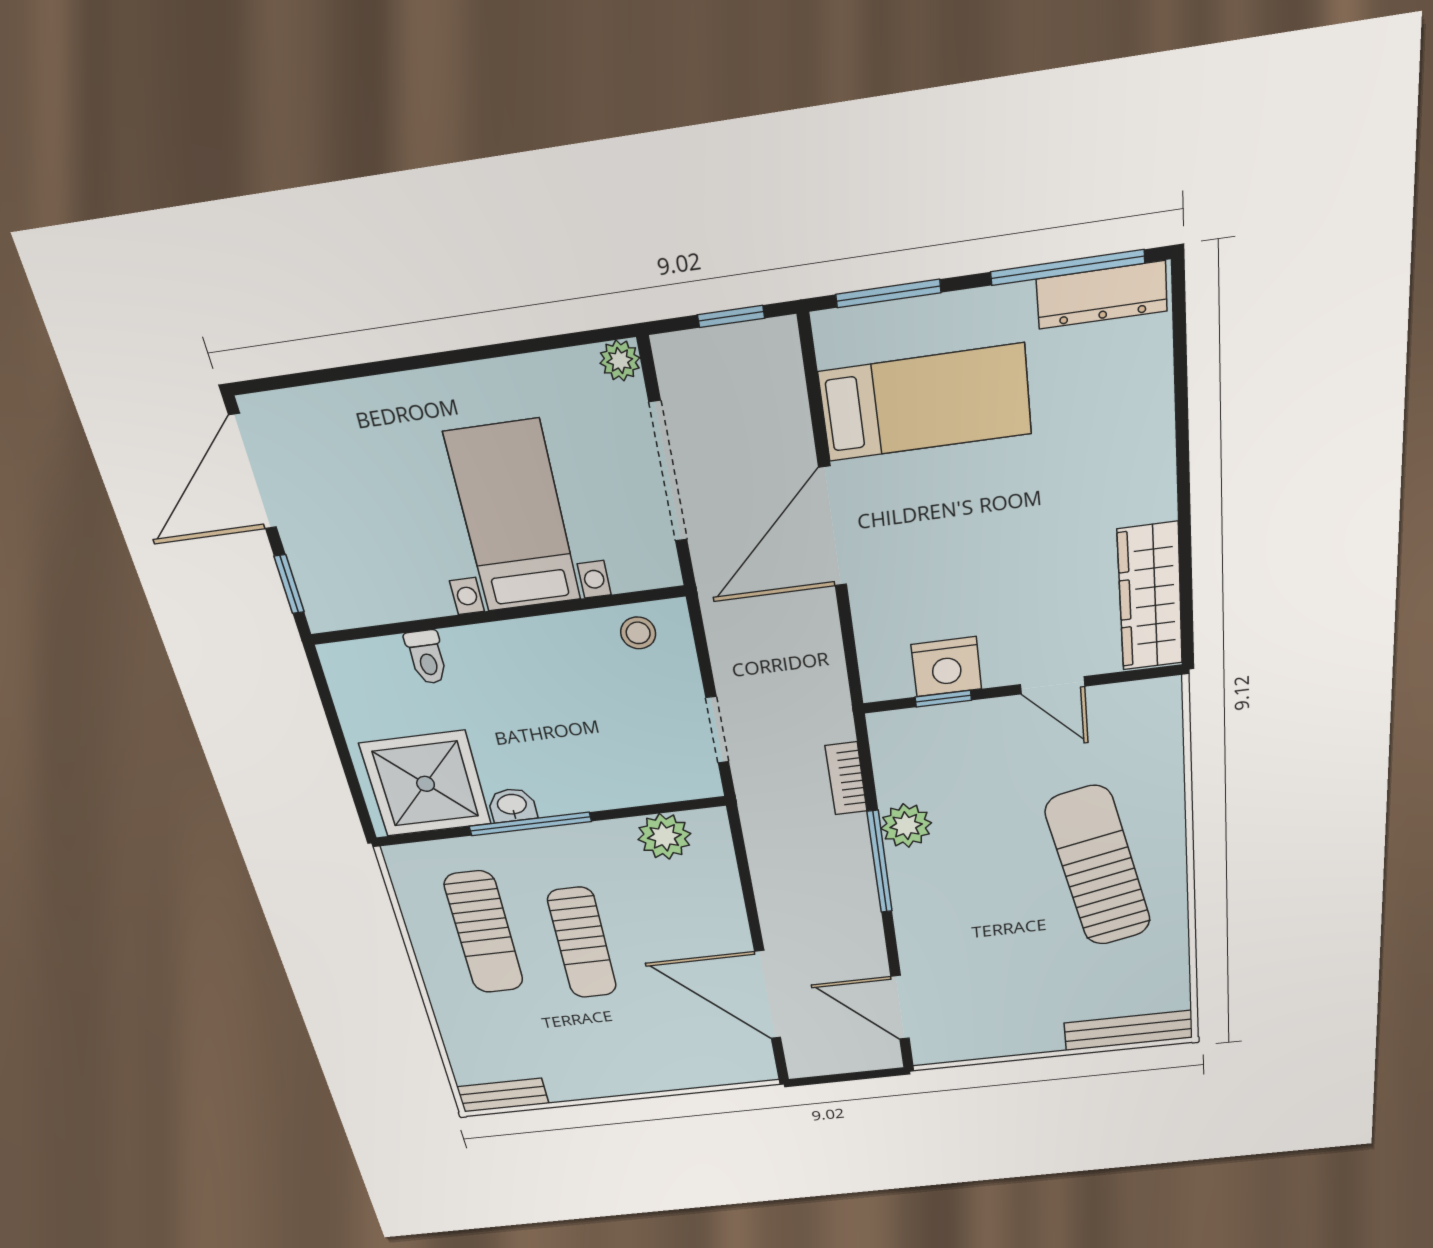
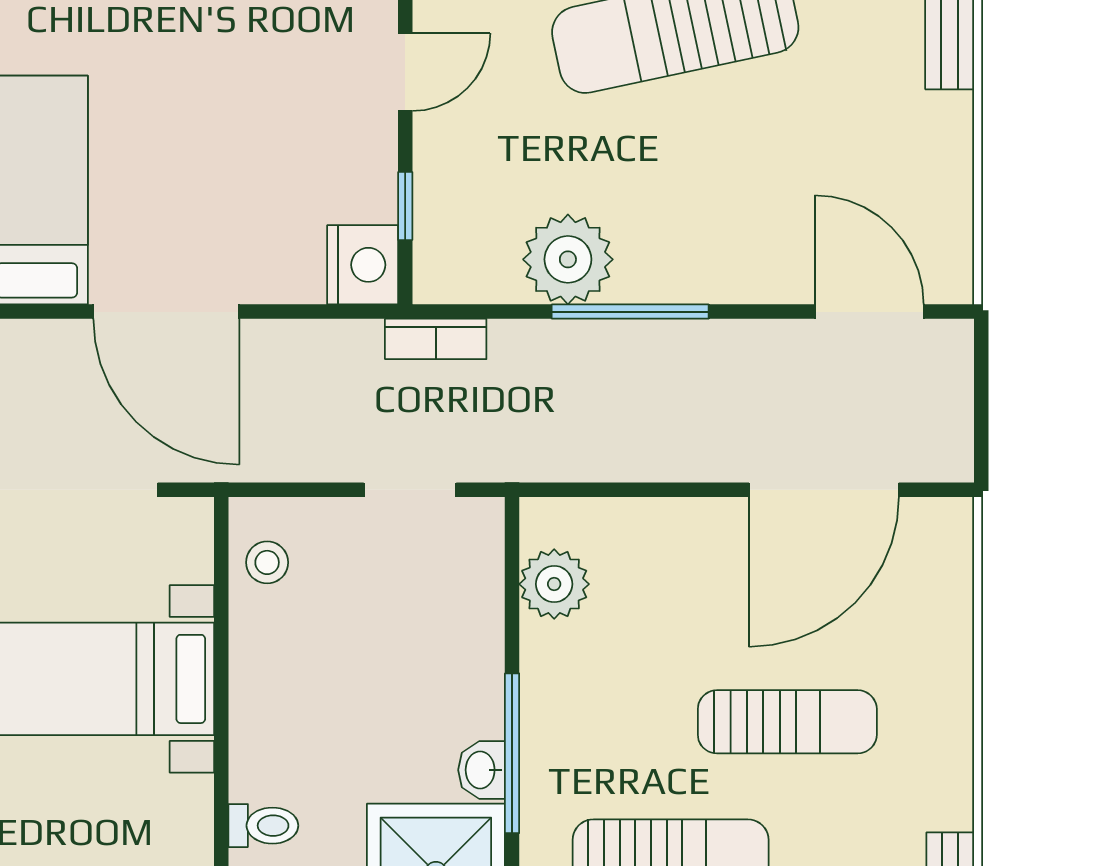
nightstand: (946, 667) -> (363, 265), moved
bookcase: (846, 778) -> (436, 339), moved
plant: (906, 826) -> (568, 259), width x1.36, depth x1.36
sun lounger: (582, 943) -> (787, 722), moved
door: (900, 1008) -> (869, 312), swing flipped

